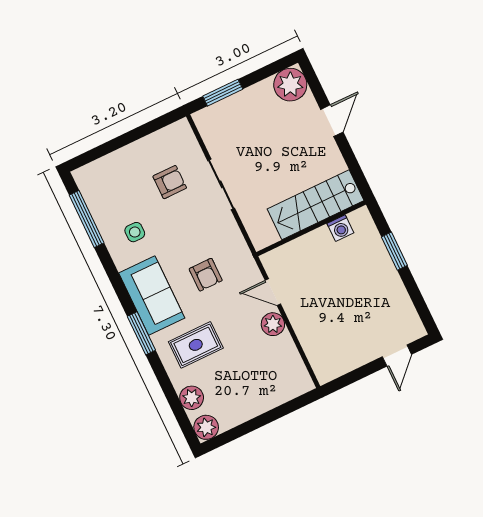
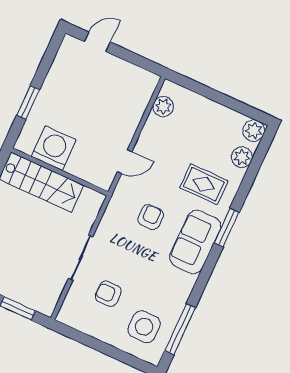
washing machine: (340, 228) -> (54, 148), width x1.89, depth x1.89
side table: (135, 232) -> (144, 327), moved, width x1.87, depth x1.87
door: (273, 292) -> (125, 162), hinge flipped
plant: (273, 324) -> (163, 107), moved

